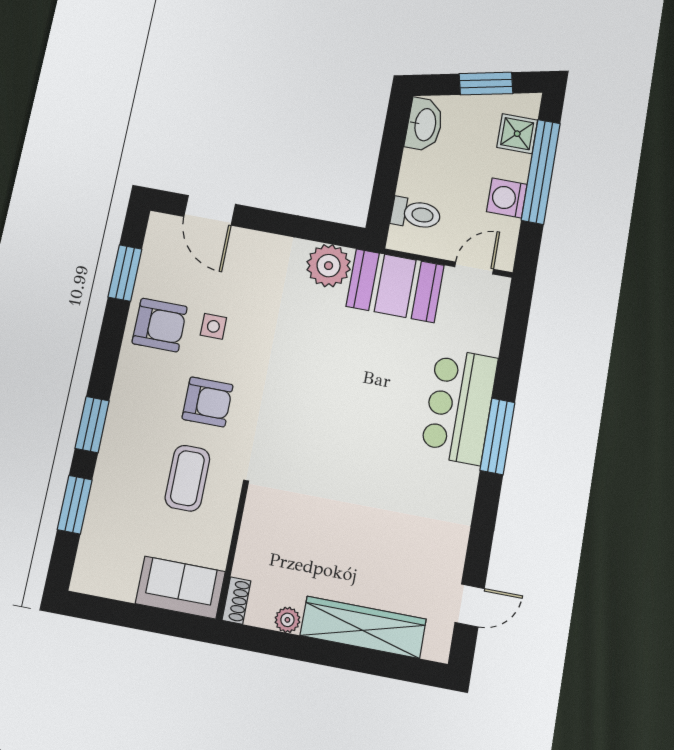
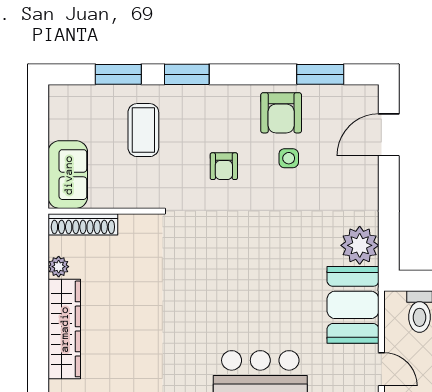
armchair: (208, 402) -> (224, 166), width x0.72, depth x0.72
coffee table: (187, 478) -> (143, 130), moved, turned 90
shoe rack: (236, 601) -> (83, 224), width x1.94, depth x1.24

